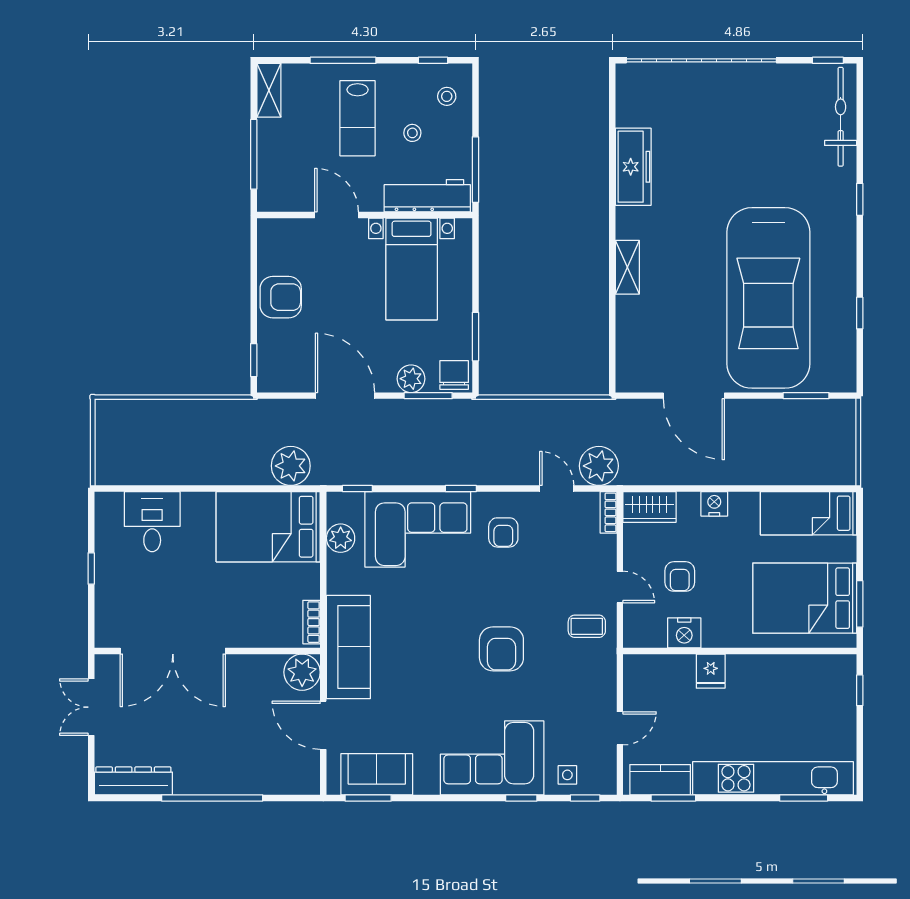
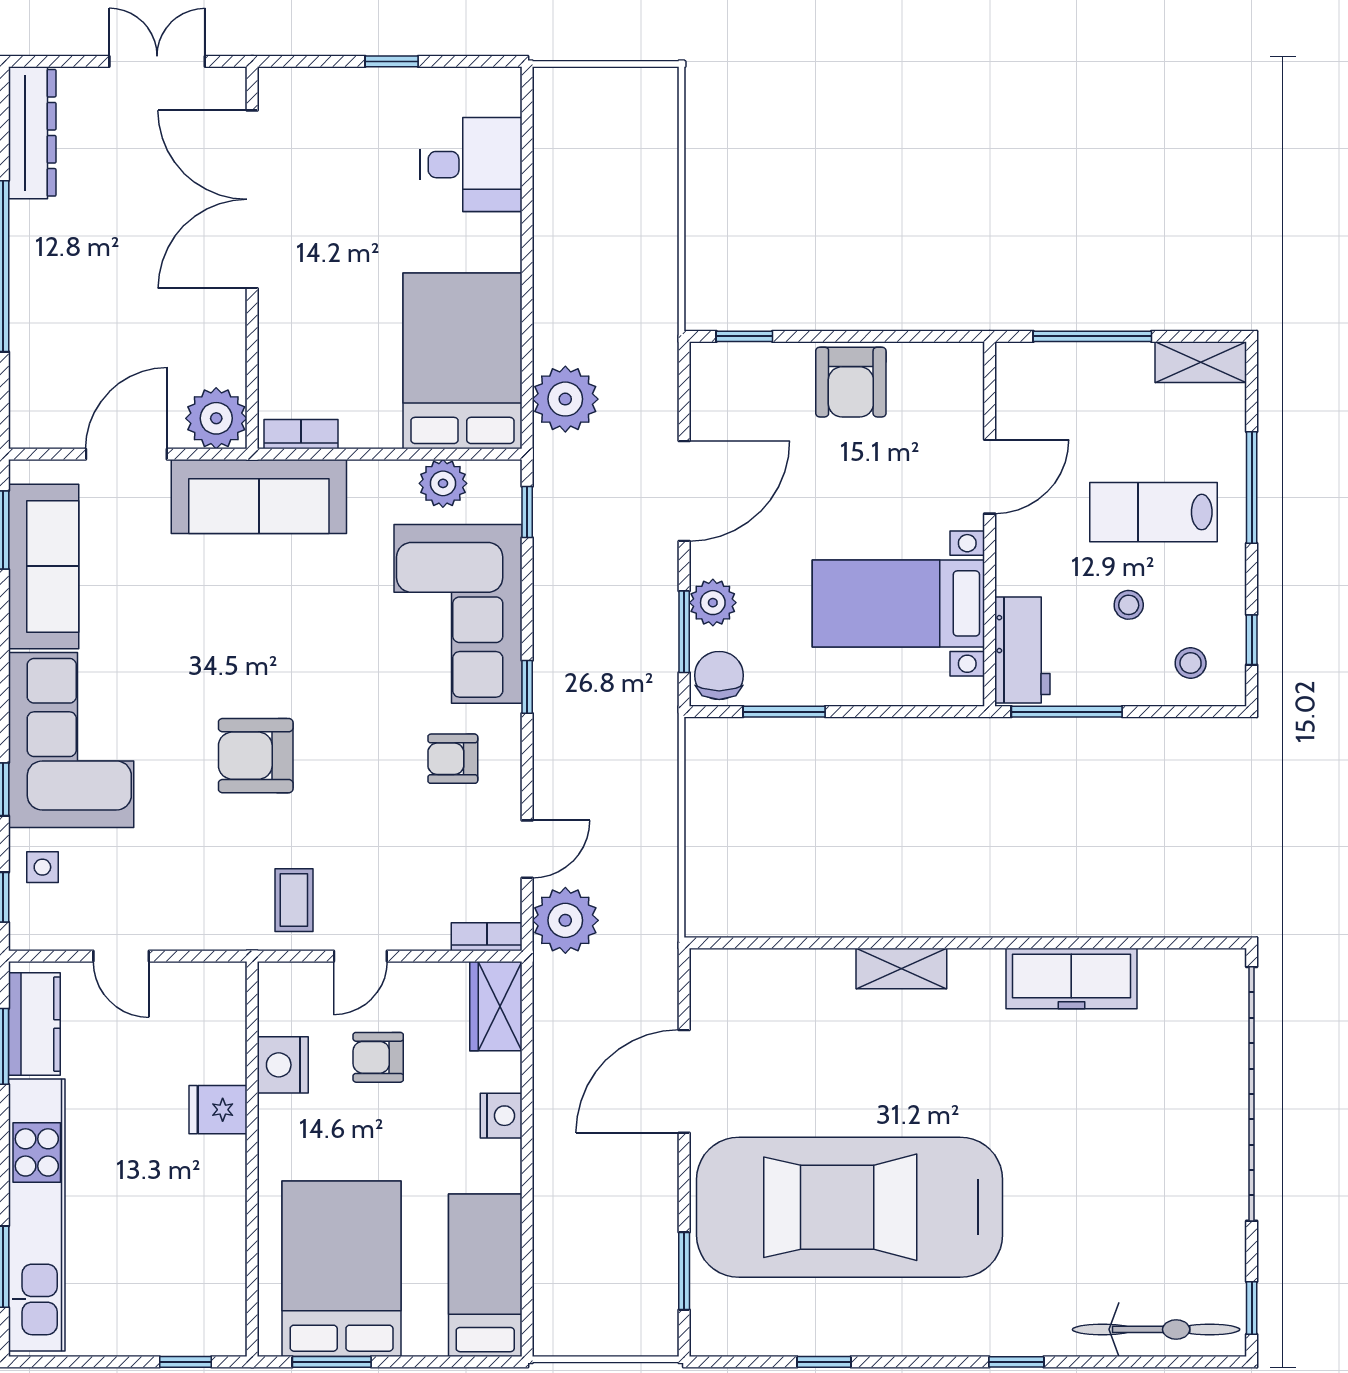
workbench: (427, 196) -> (1022, 650), width x0.73
chair: (454, 375) -> (719, 675), turned -90
sofa: (377, 774) -> (44, 566), width x1.36

